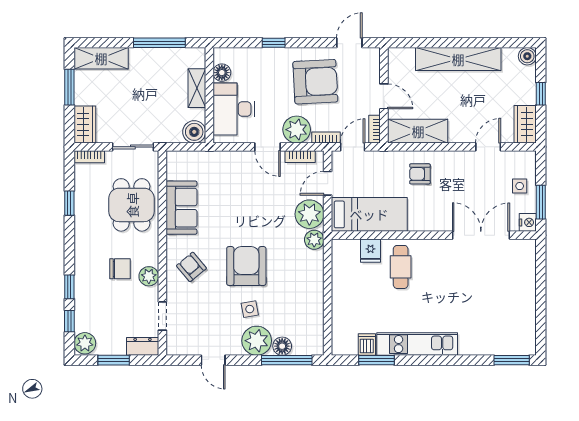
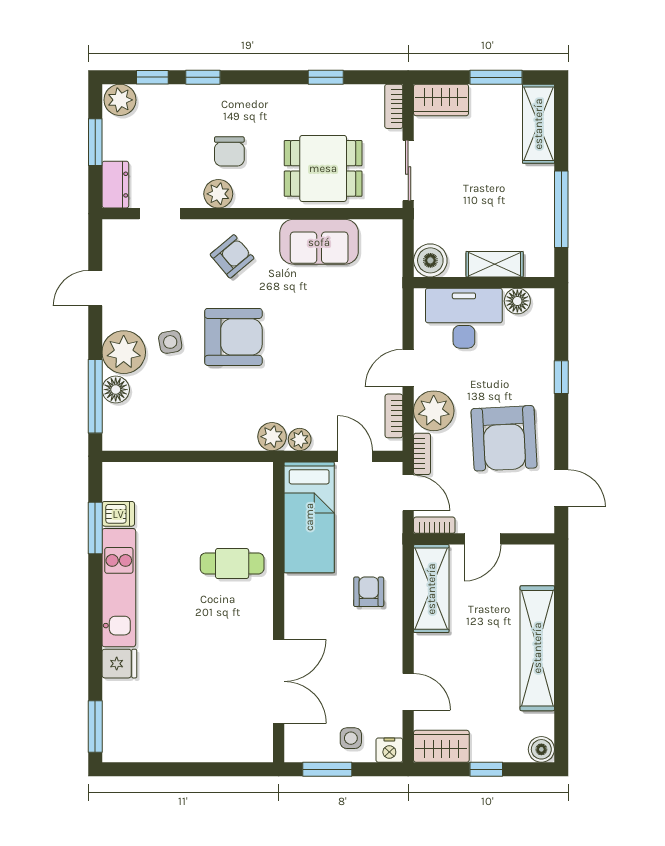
plant: (309, 214) -> (300, 439), width x0.53, depth x0.53
nightstand: (528, 222) -> (389, 750), moved
fridge: (371, 251) -> (119, 664), moved, turned 180

